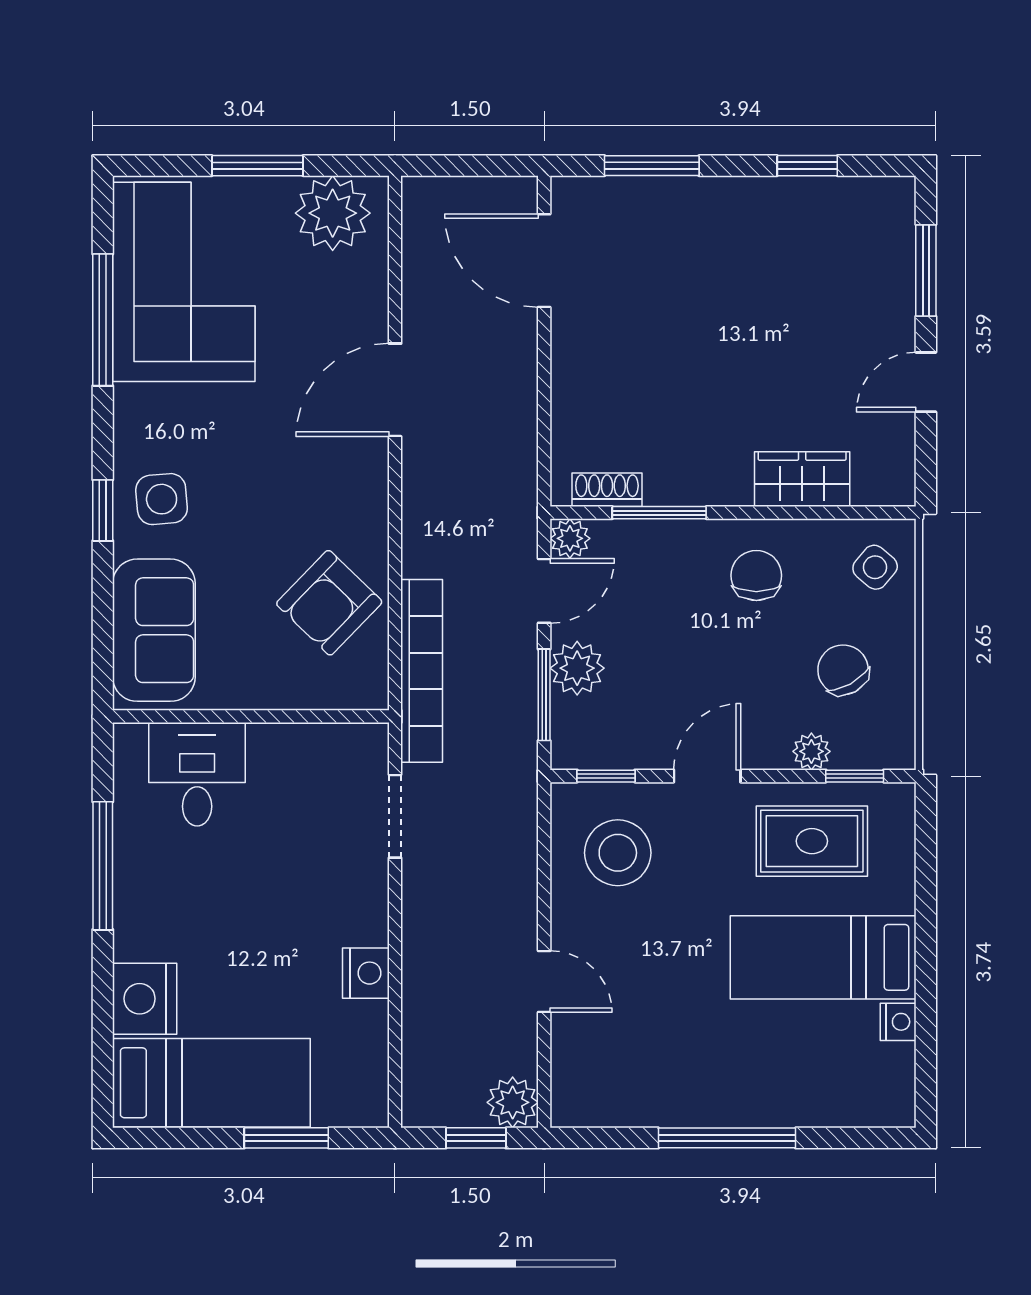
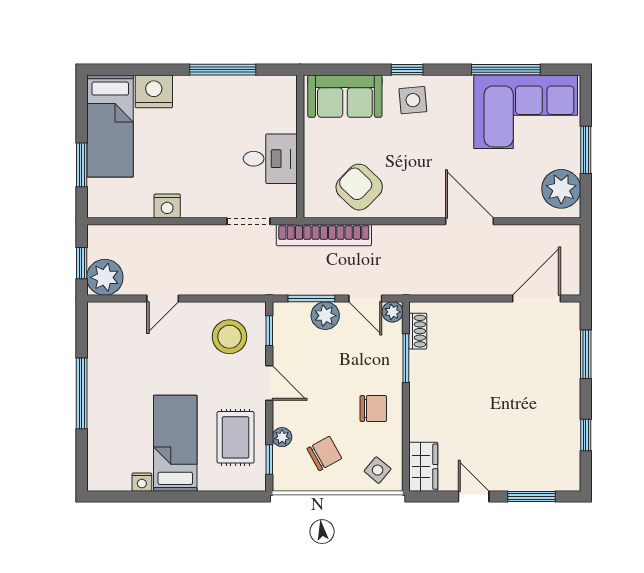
wardrobe: (802, 479) -> (423, 467), moved
desk: (197, 774) -> (270, 159), moved
plant: (513, 1102) -> (105, 277), width x1.36, depth x1.36

